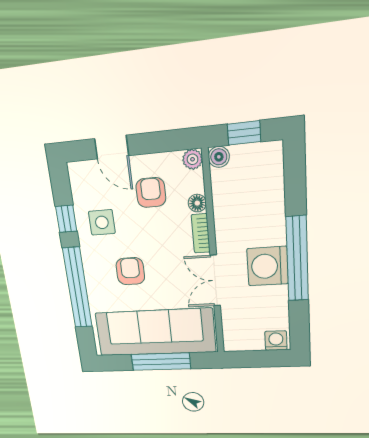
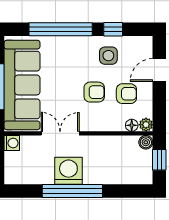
floor lamp: (197, 203) -> (132, 125), moved
bookcase: (201, 233) -> (95, 126), removed
armchair: (130, 271) -> (94, 92), moved
washing machine: (276, 341) -> (12, 143), moved

